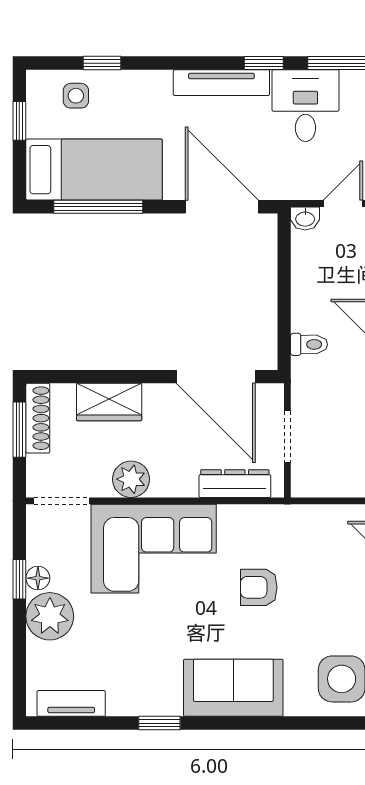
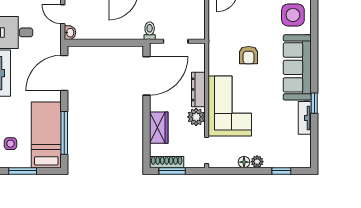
window: (19, 121) -> (23, 171), width x1.50
toilet: (309, 344) -> (150, 31), moved
dresser: (235, 484) -> (198, 89), moved
window: (19, 579) -> (281, 171), moved
plant: (50, 616) -> (257, 162), width x0.53, depth x0.53
sofa: (233, 688) -> (297, 67), width x1.36
tv unit: (71, 703) -> (305, 118), moved

